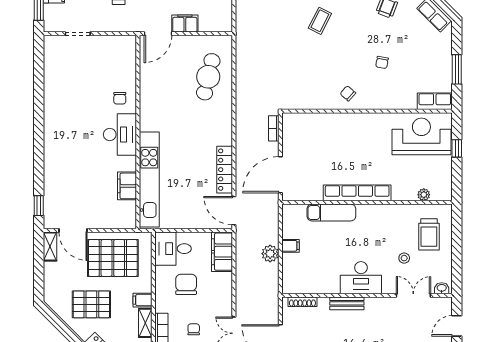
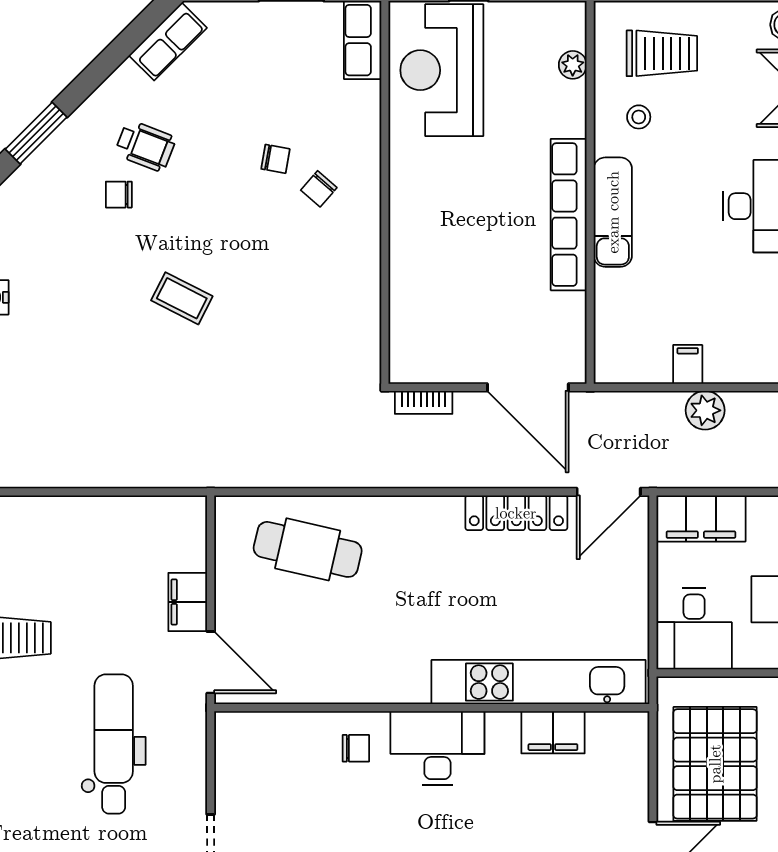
chair: (348, 93) -> (319, 189), moved
exam couch: (331, 213) -> (613, 212), moved
stool: (404, 258) -> (639, 117), moved

